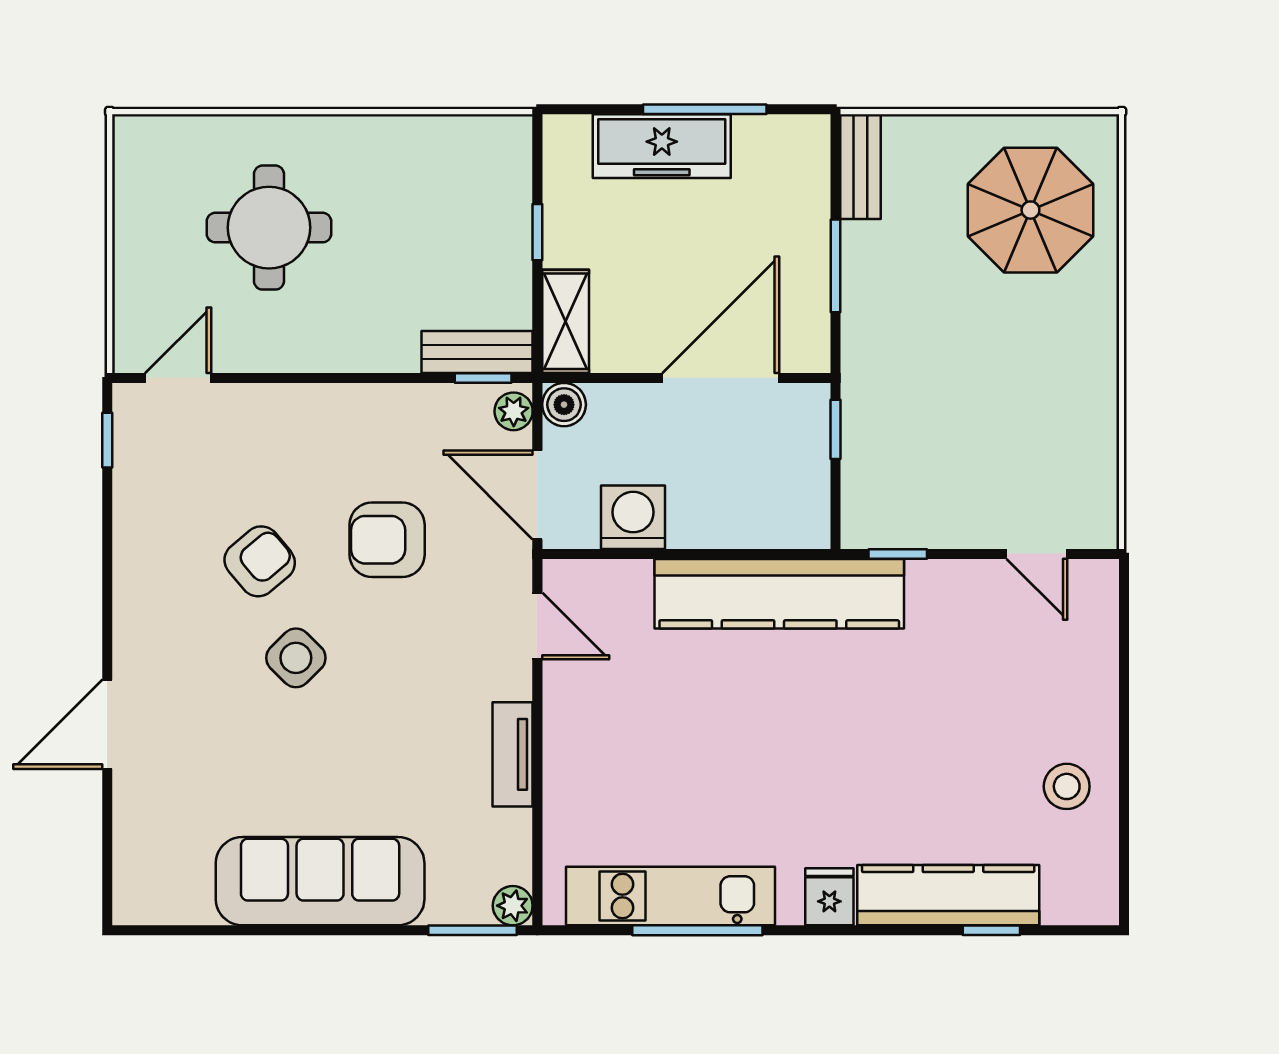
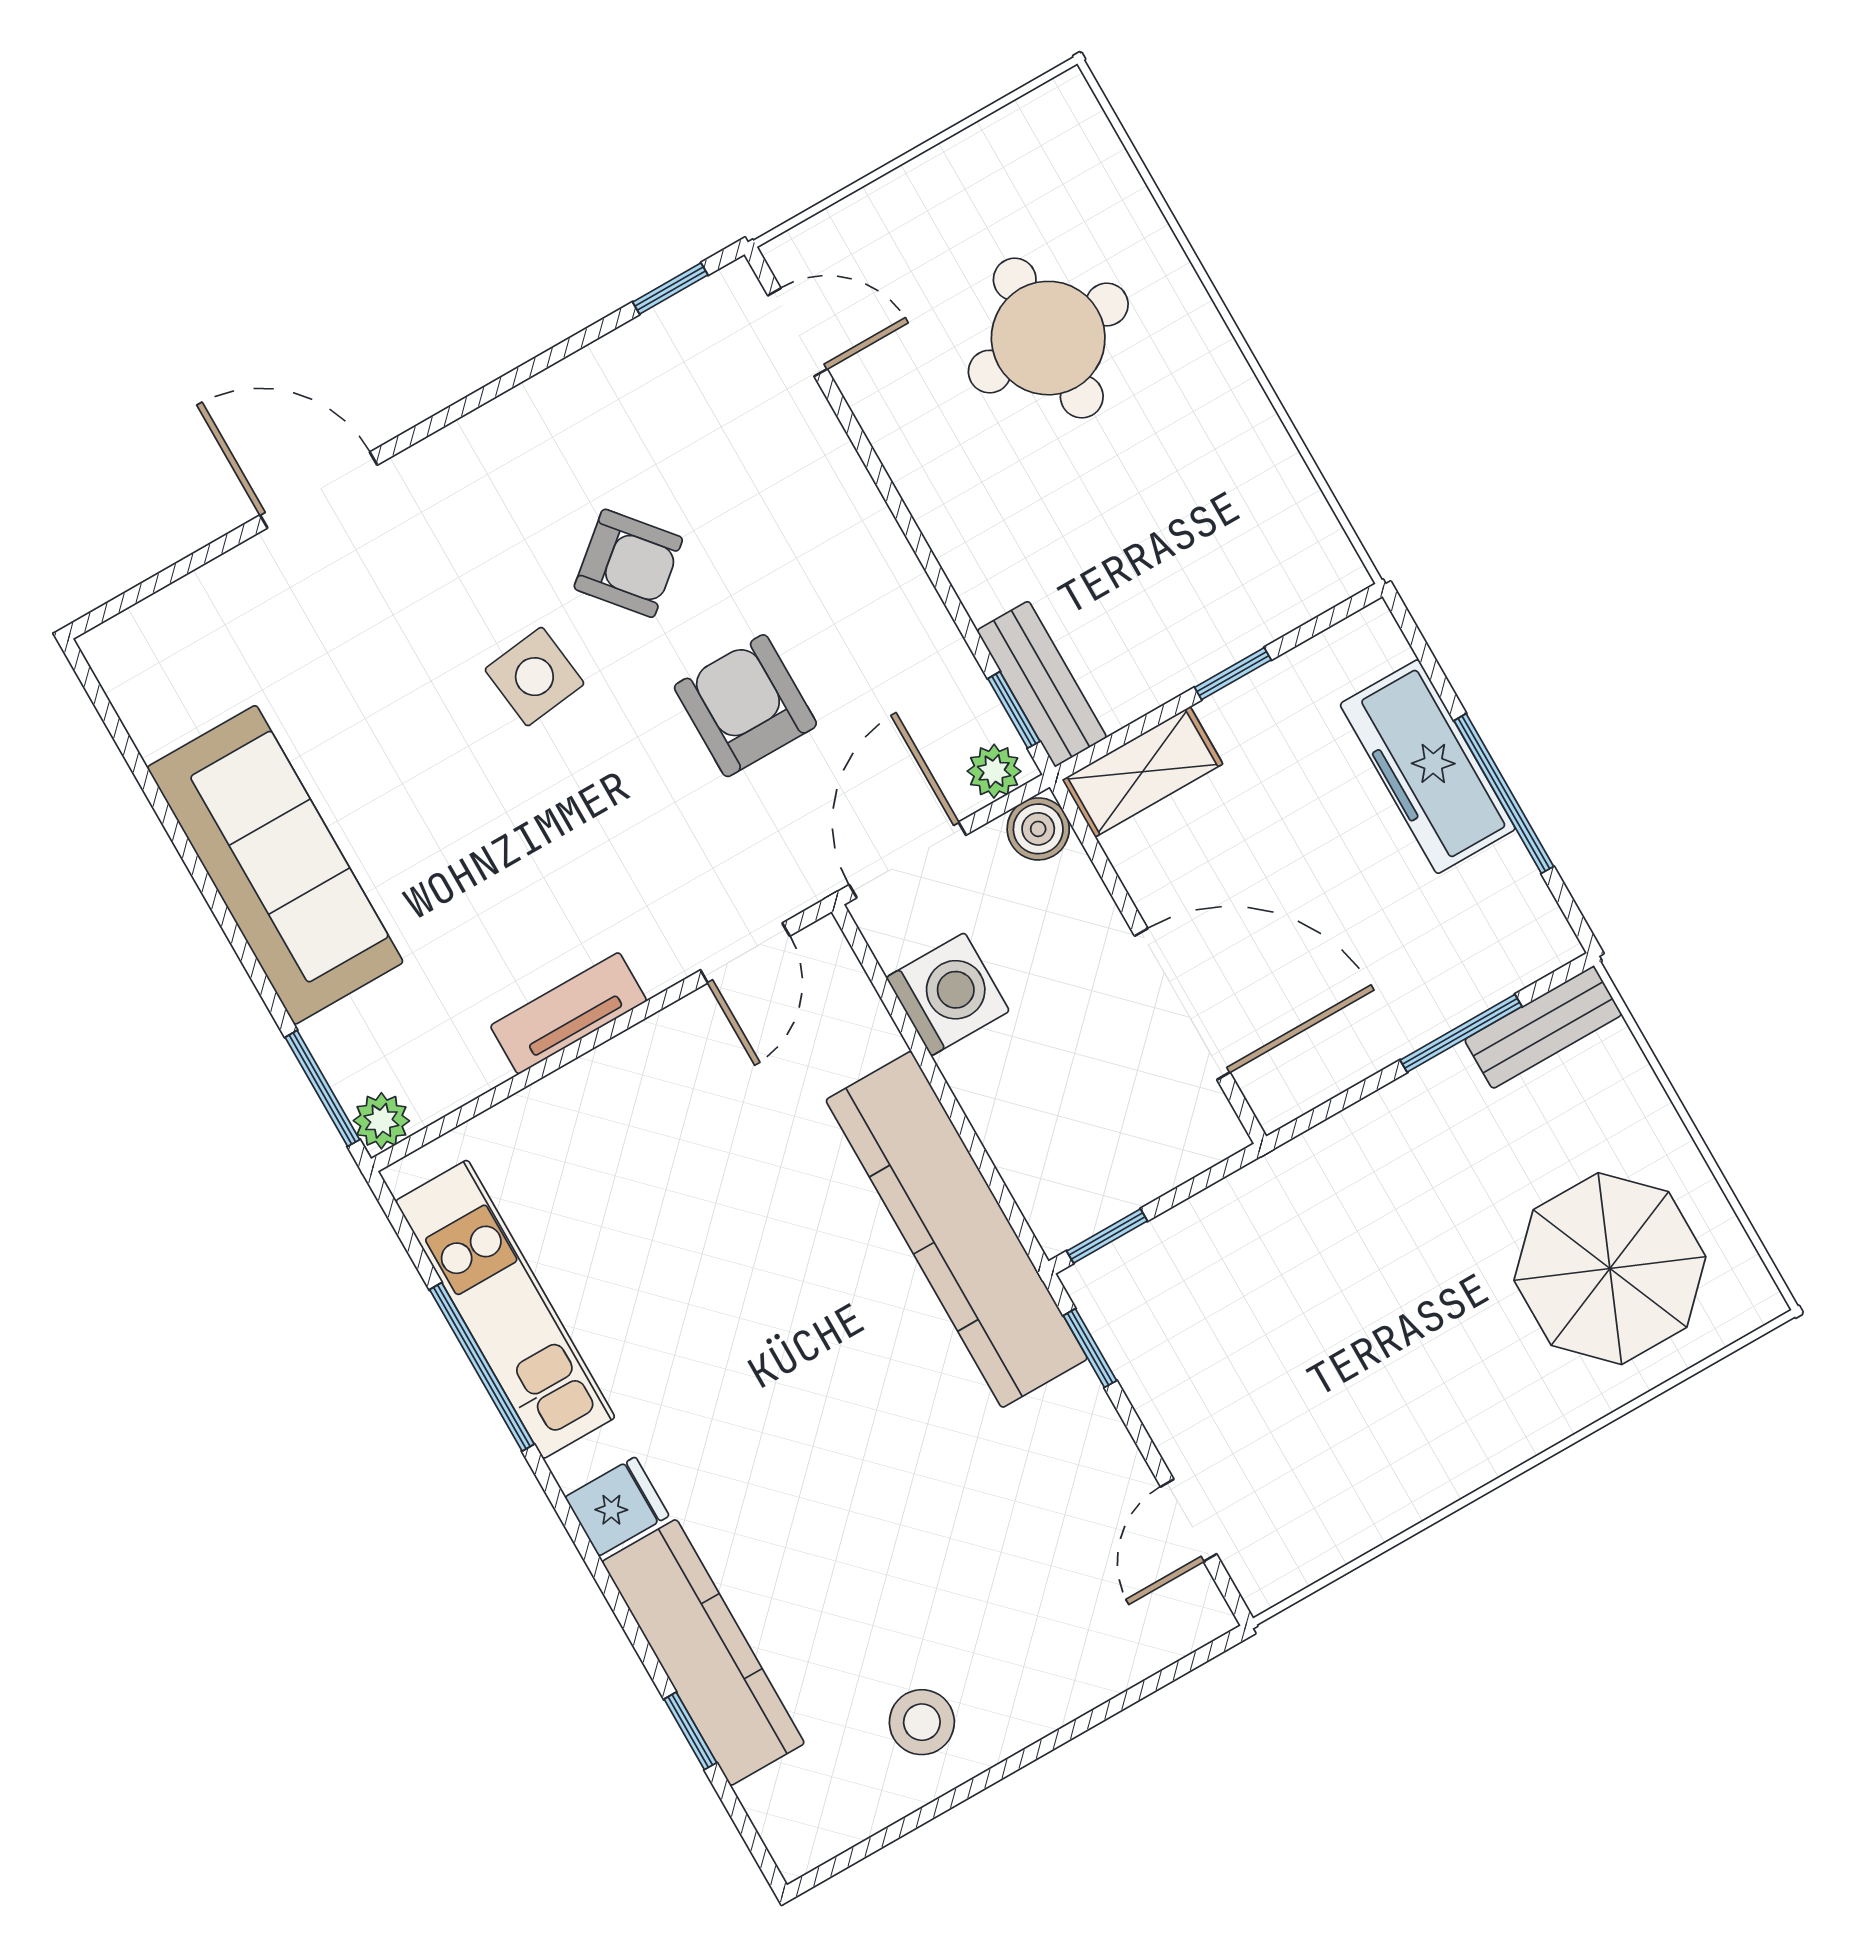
window: (836, 266) -> (1461, 1033), moved
window: (836, 429) -> (1107, 1236), moved
side table: (296, 658) -> (534, 677), turned 38

